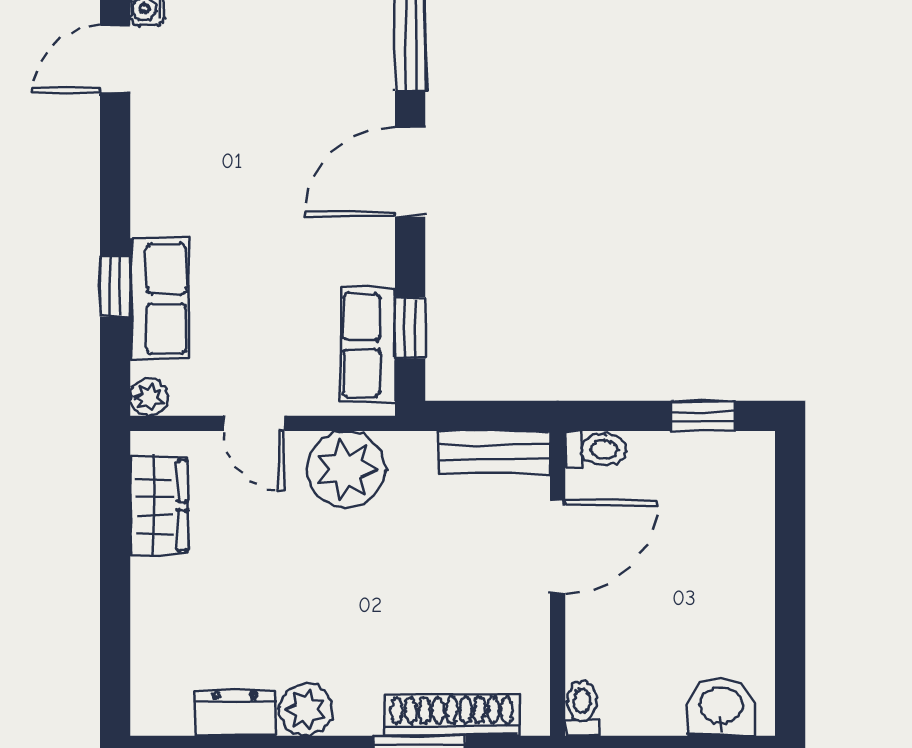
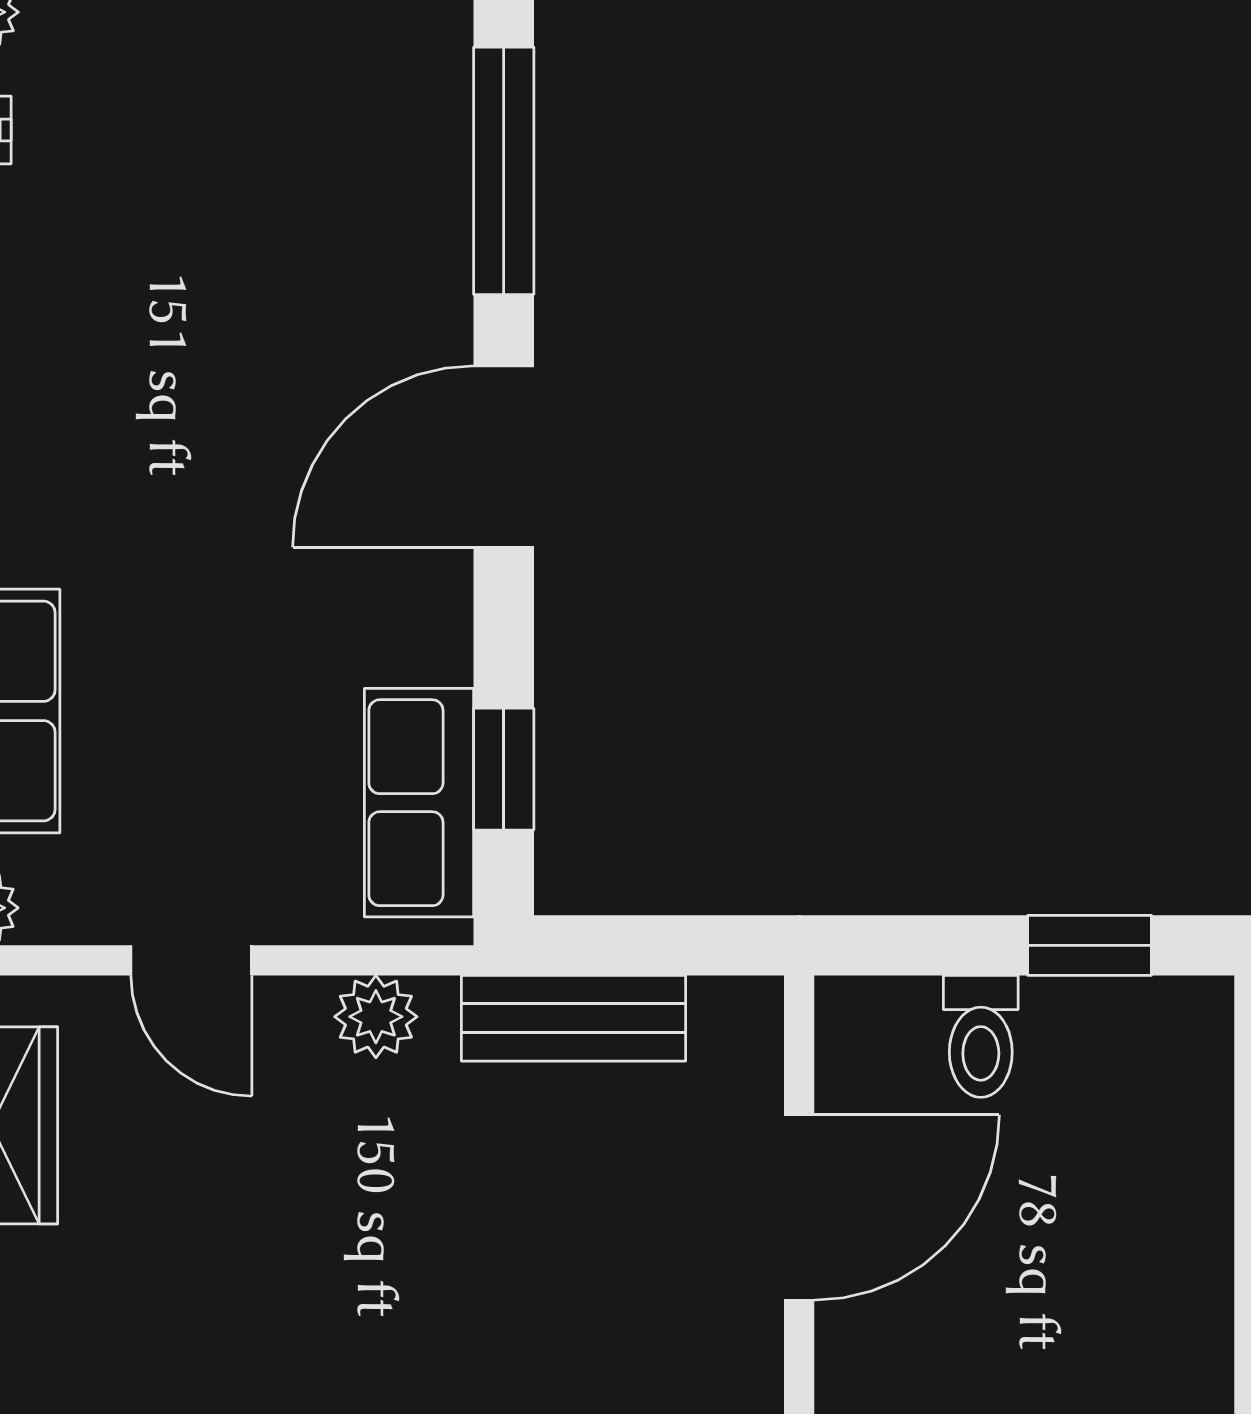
toilet: (596, 450) -> (981, 1036), moved, turned 90
bench: (494, 452) -> (573, 1018), moved
plant: (346, 469) -> (376, 1017), width x0.53, depth x0.53

